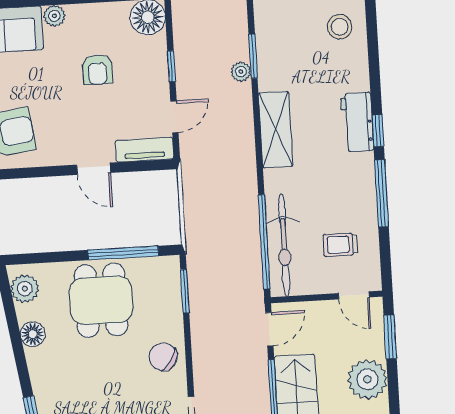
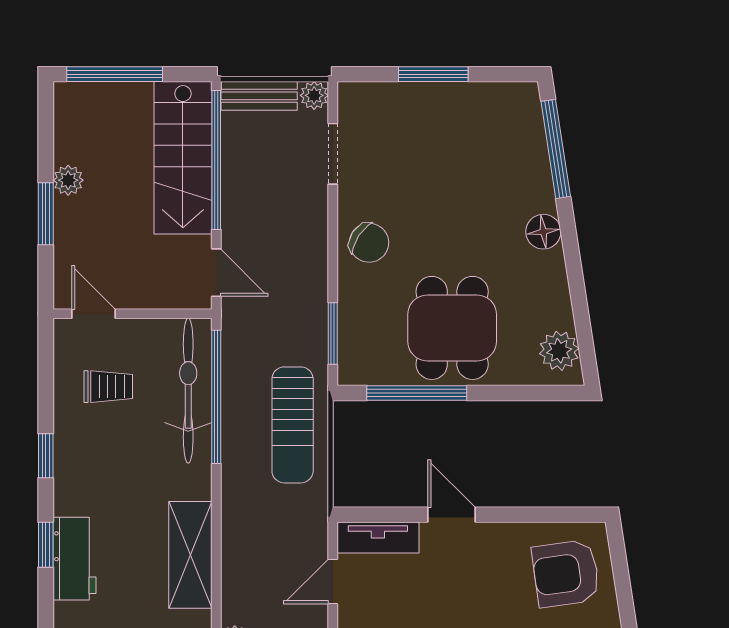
window: (382, 193) -> (46, 456), width x0.46
sun lounger: (209, 225) -> (293, 425), added
door: (269, 329) -> (216, 273), swing flipped
floor lamp: (33, 334) -> (543, 232), moved
window: (390, 337) -> (46, 214), moved
plant: (367, 379) -> (68, 180), width x0.53, depth x0.53

